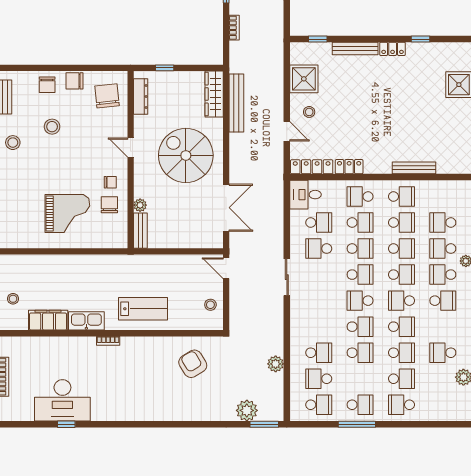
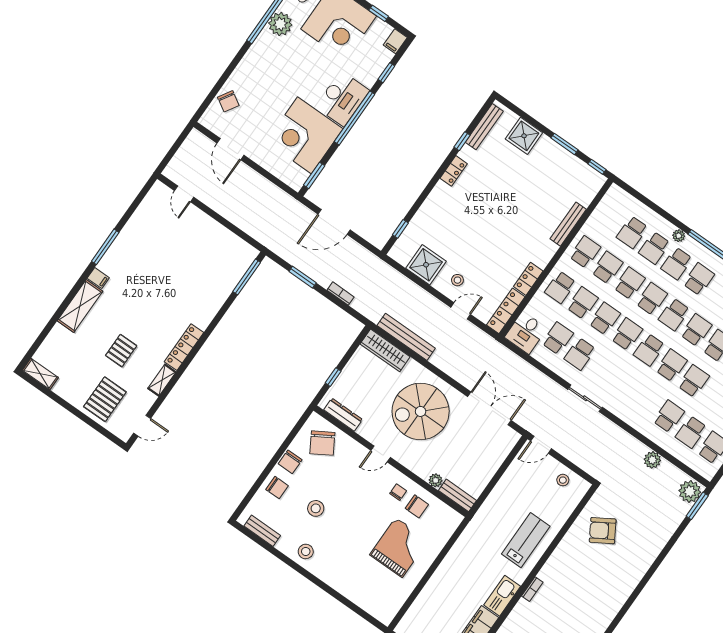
bench: (355, 48) -> (484, 127), moved
chair: (107, 96) -> (322, 443), turned -115
chair: (109, 205) -> (417, 506), turned 180
plant: (247, 410) -> (690, 491), moved

